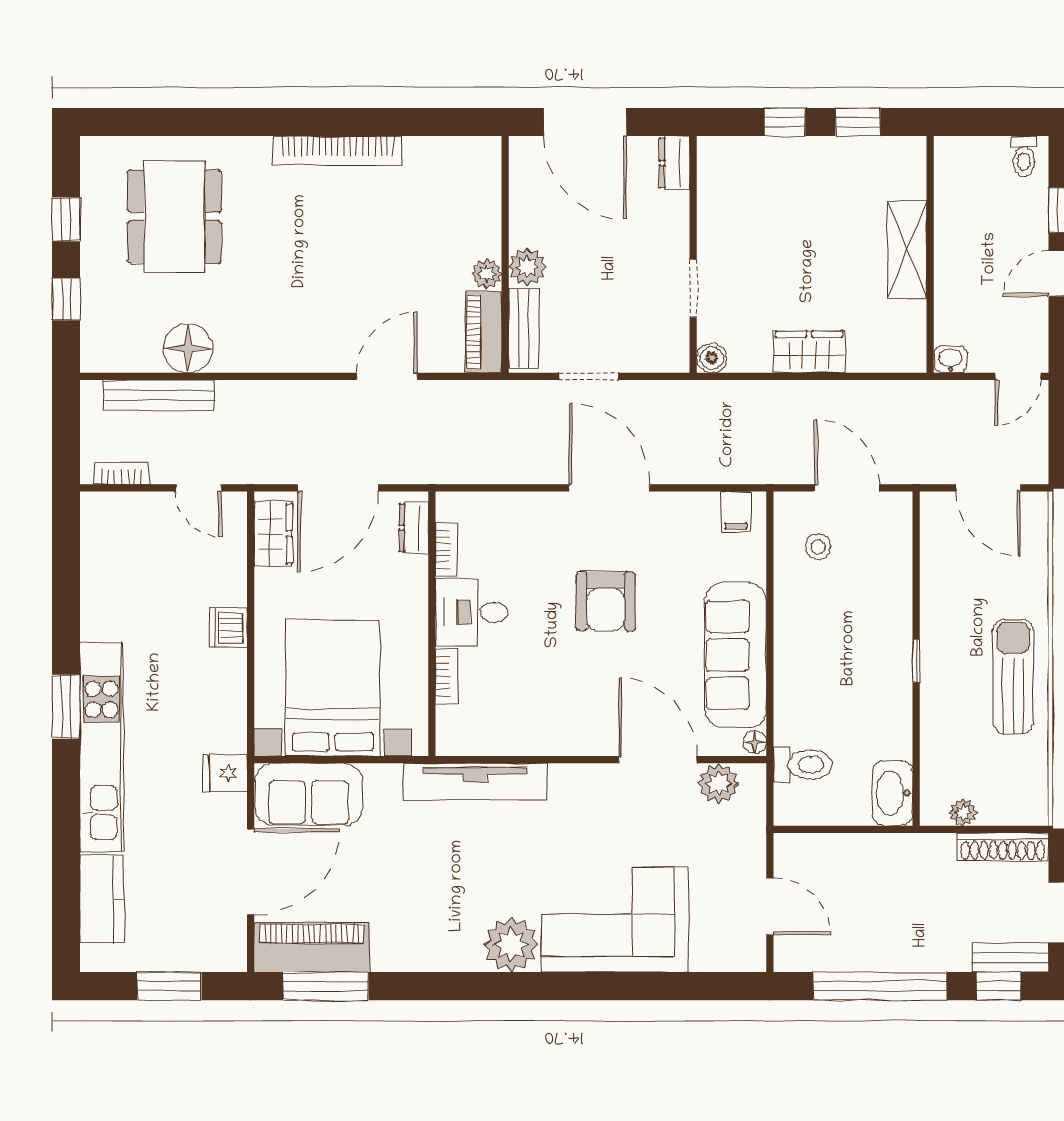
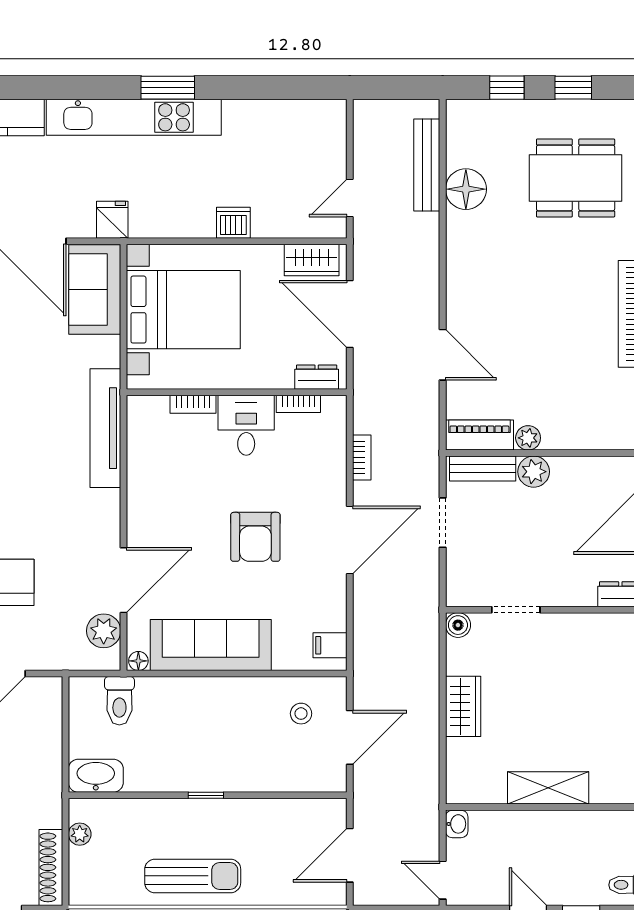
bookcase: (121, 474) -> (362, 457), moved
armchair: (606, 601) -> (255, 537), turned -90

